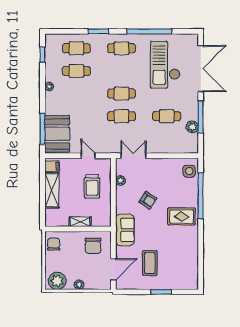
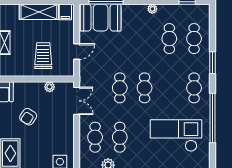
cafe table: (167, 139) -> (95, 137), added
trolley: (92, 186) -> (43, 56), turned 90

